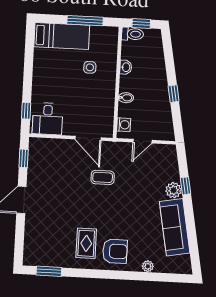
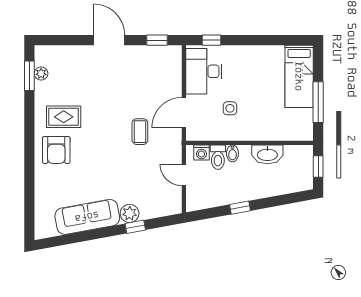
toilet: (133, 34) -> (218, 157), moved
side table: (90, 67) -> (230, 108), moved
washbasin: (126, 67) -> (267, 154), width x1.91, depth x1.45
desk: (48, 119) -> (204, 71), width x1.37
plant: (148, 266) -> (41, 74), moved

